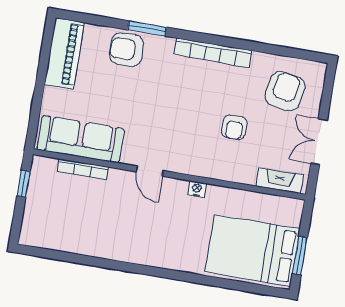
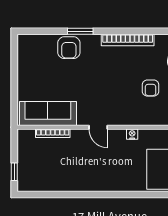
armchair: (127, 49) -> (69, 48), turned -90
piano: (64, 53) -> (27, 57), removed
window: (23, 184) -> (14, 172), moved

